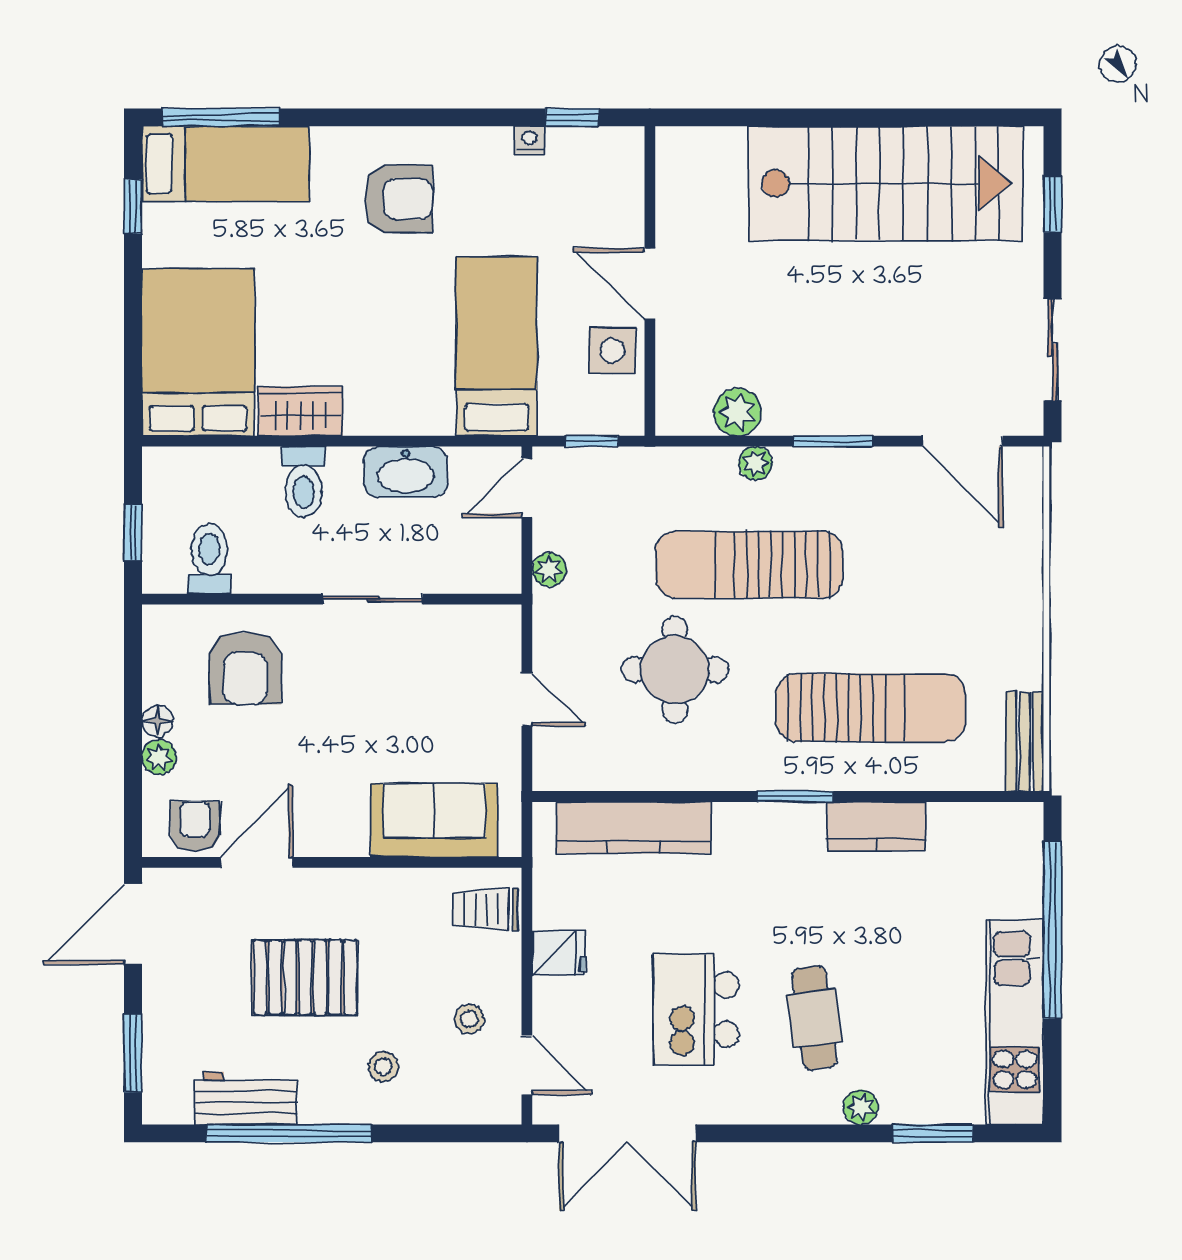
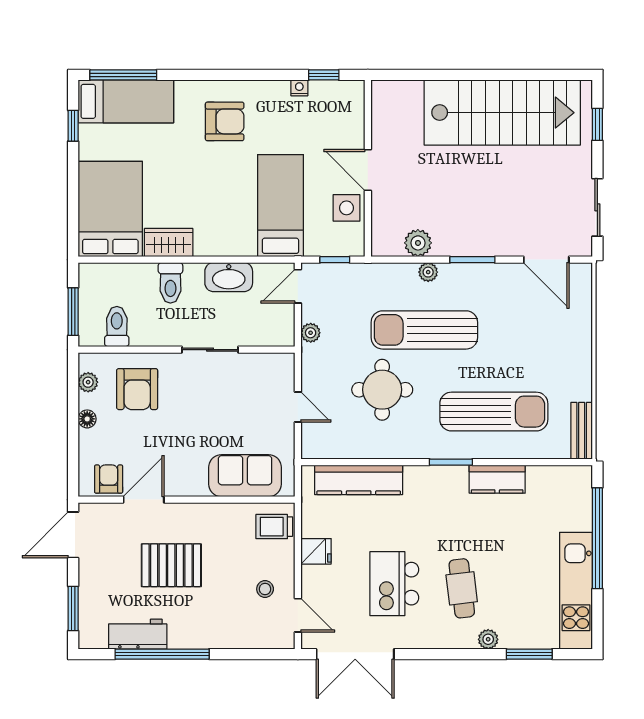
window: (133, 533) -> (73, 312), width x1.50
plant: (159, 757) -> (88, 382), moved
stool: (383, 1067) -> (216, 616), removed

